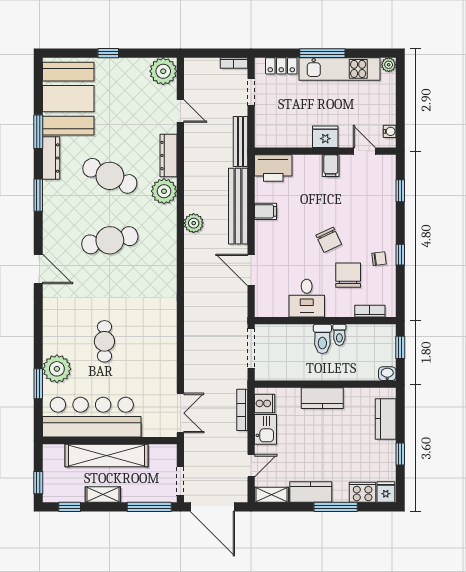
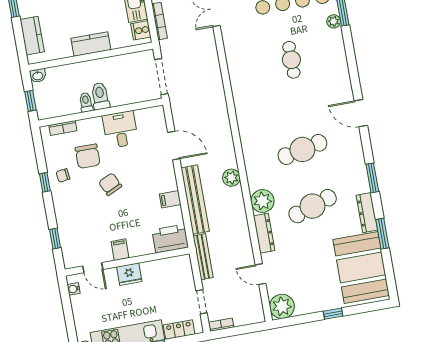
cafe table: (110, 176) -> (313, 206), turned -42
plant: (57, 369) -> (334, 21), width x0.53, depth x0.53

